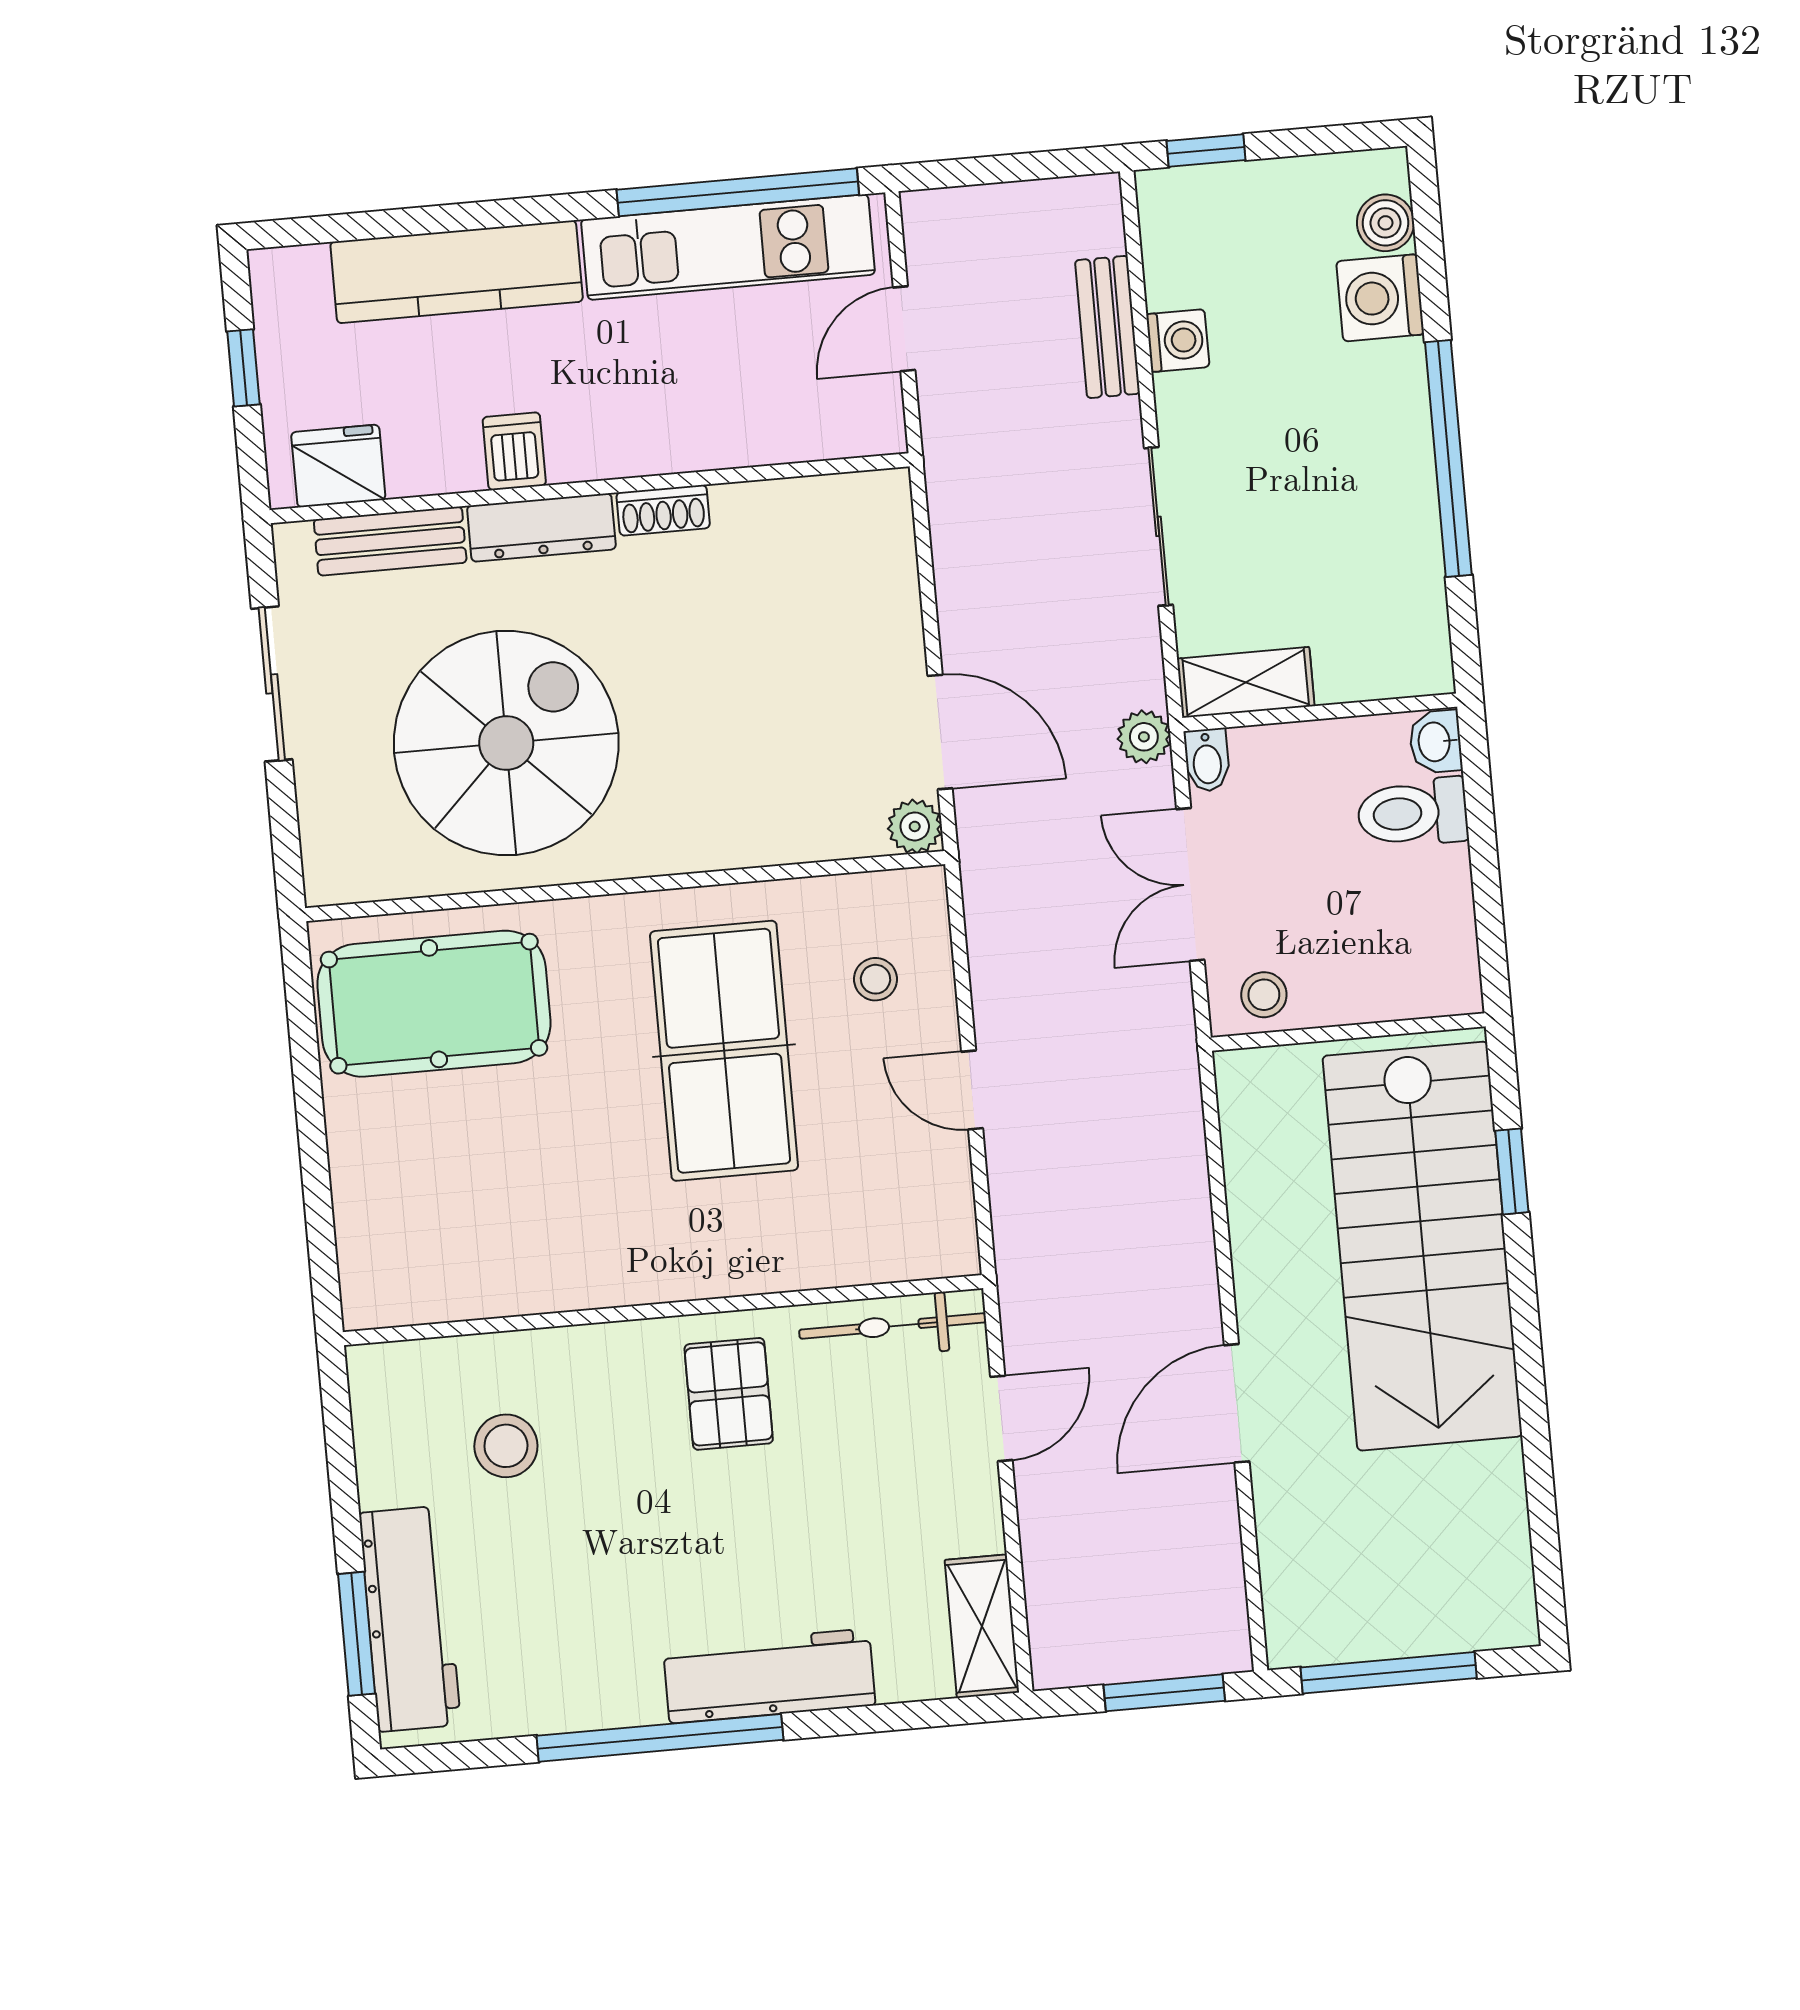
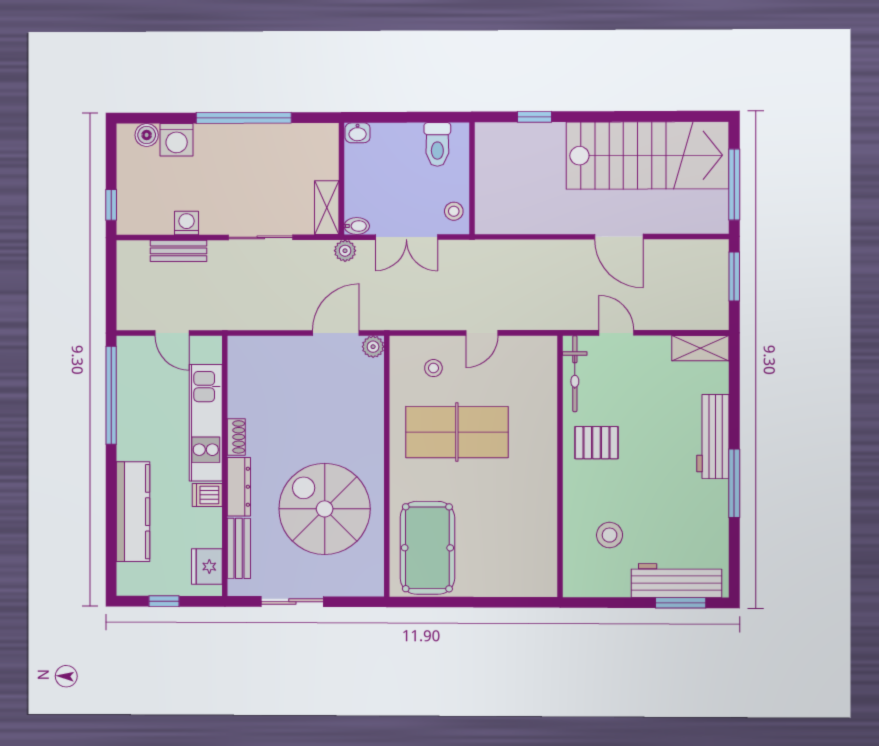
kitchen unit: (728, 247) -> (206, 423), moved, turned 180
toilet: (1413, 813) -> (437, 144), moved
stairs: (1422, 1246) -> (648, 155), moved
window: (660, 1738) -> (734, 483), width x0.68

